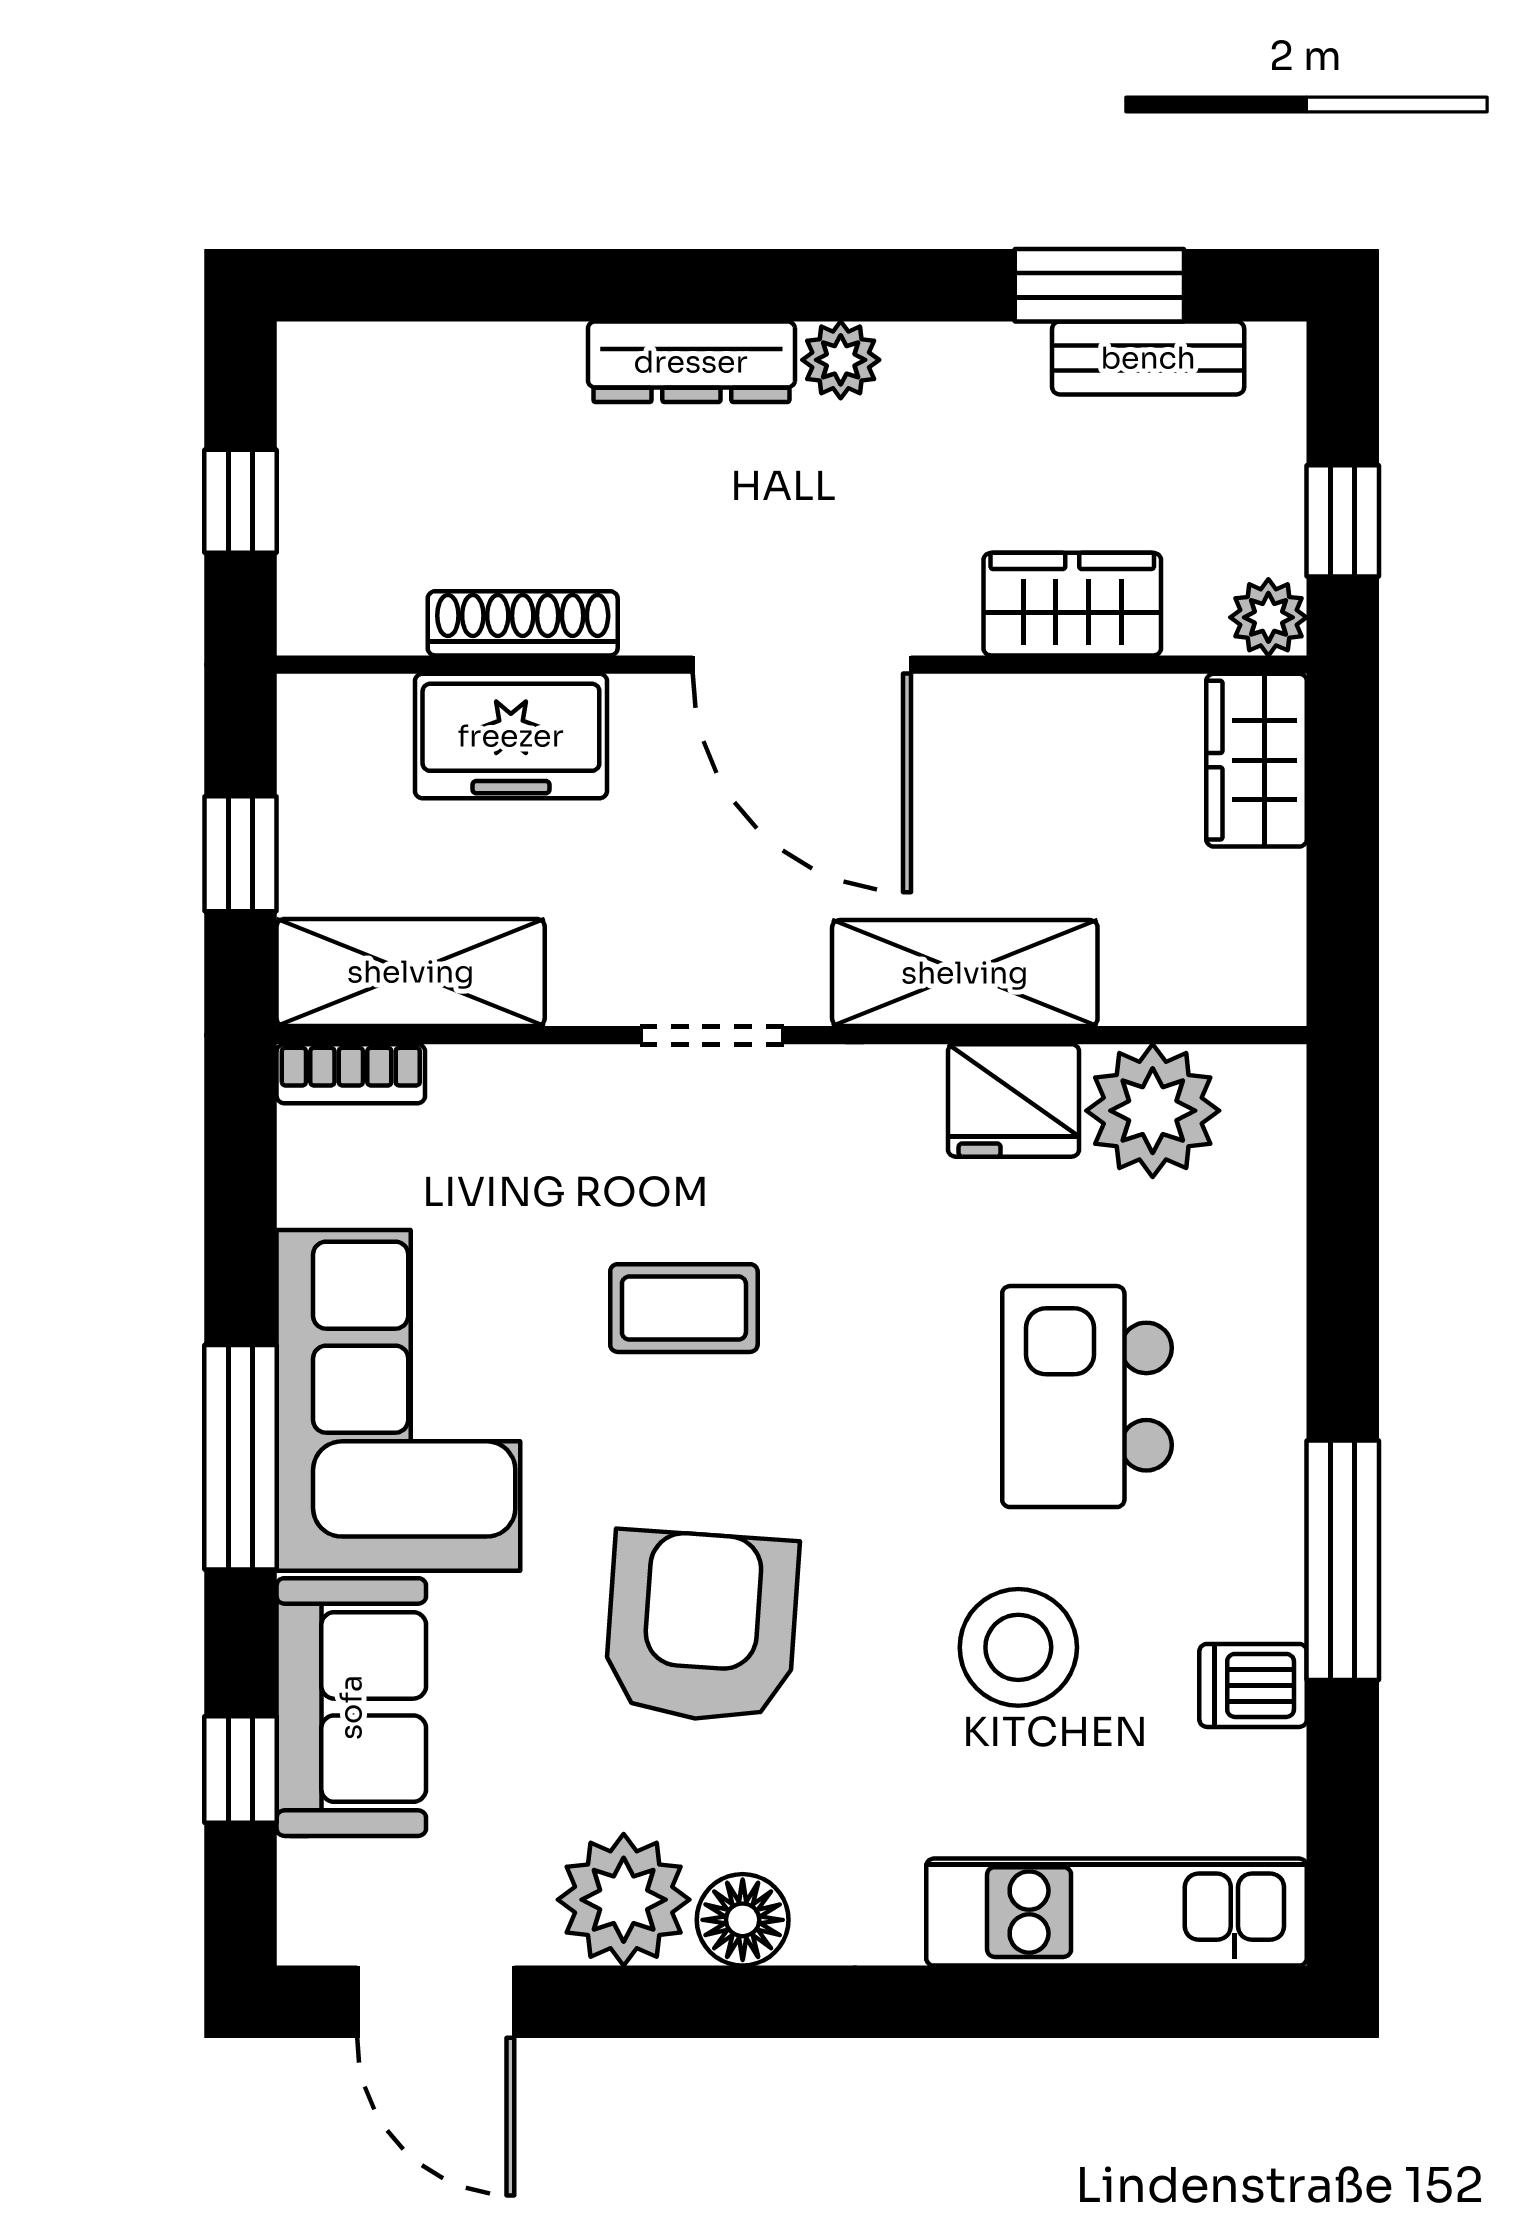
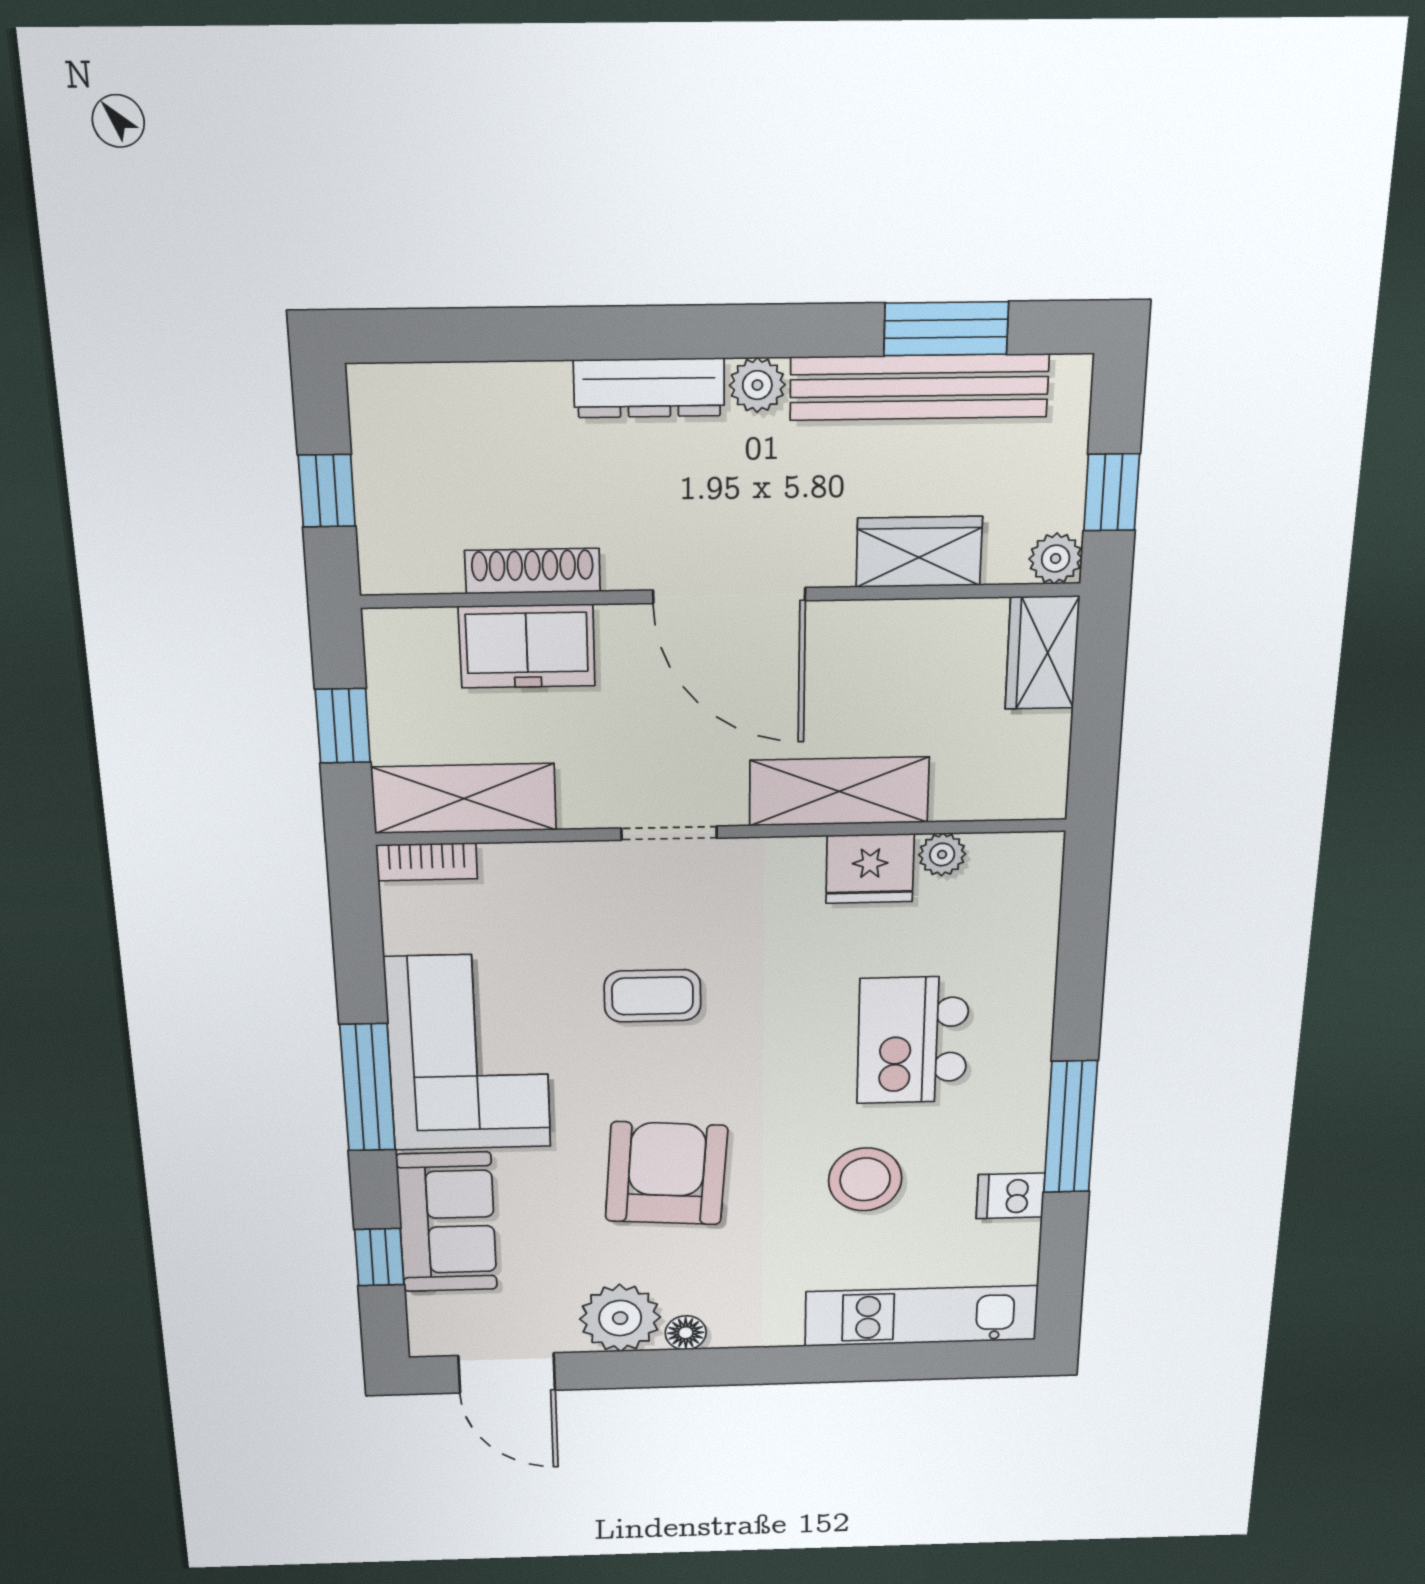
bench: (1148, 358) -> (919, 387), width x1.86, depth x1.21
plant: (1153, 1111) -> (942, 854), width x0.53, depth x0.53
floor lamp: (743, 1920) -> (686, 1333), width x0.73, depth x0.73

